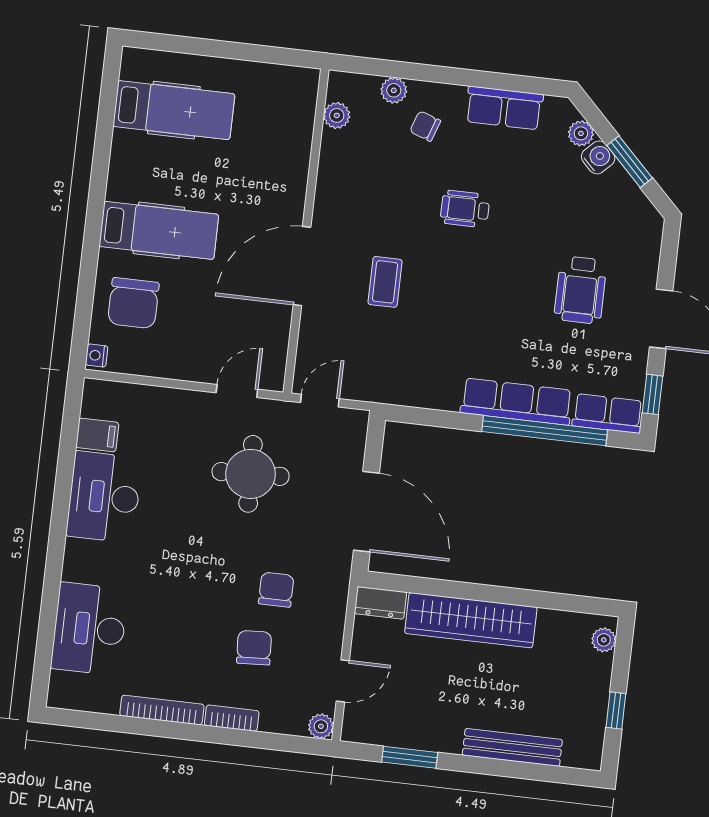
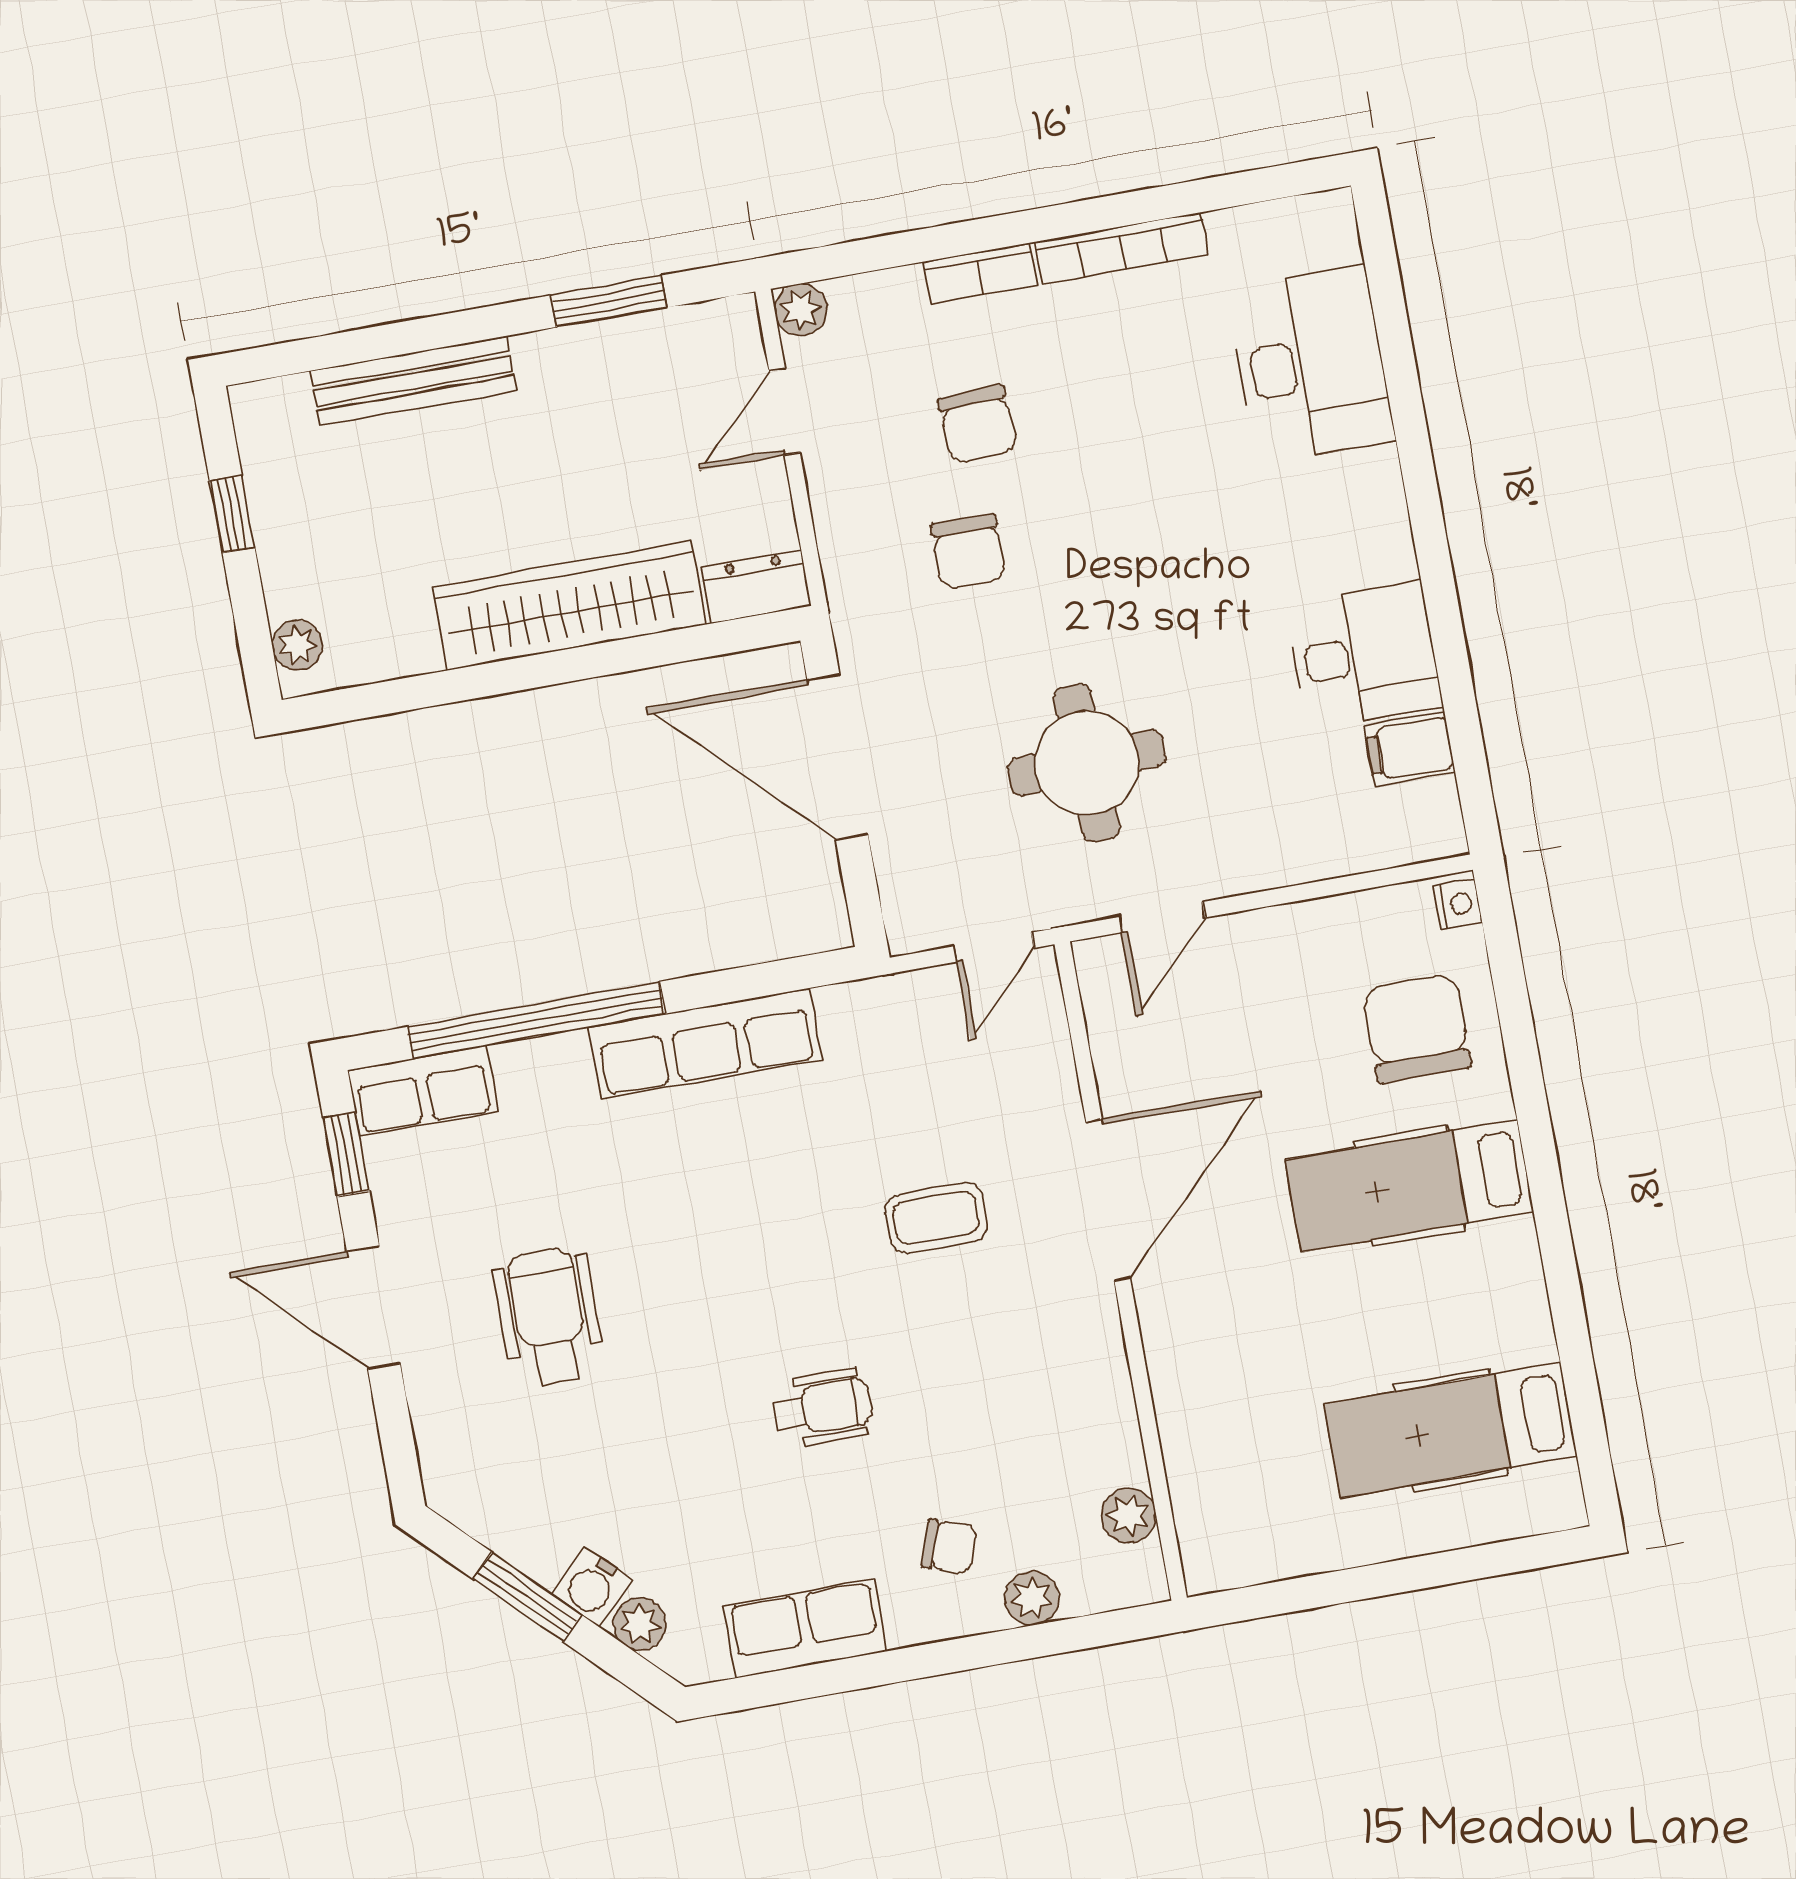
coffee table: (385, 282) -> (936, 1218), turned 90
row of seats: (516, 402) -> (705, 1043), moved
desk: (104, 497) -> (1364, 655), width x0.73

